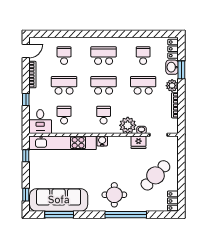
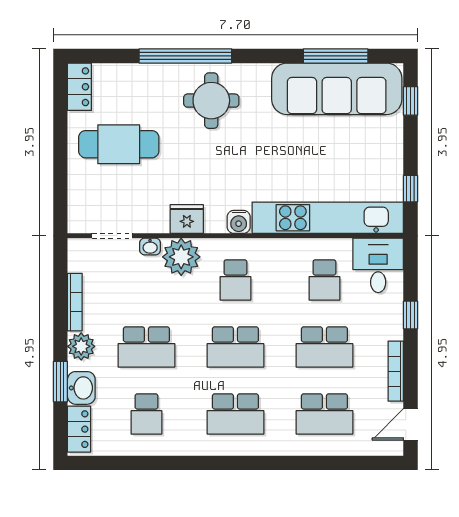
school desk: (64, 56) -> (324, 414), width x1.85
fridge: (138, 142) -> (187, 219), moved
cafe table: (155, 175) -> (119, 144), turned 47

